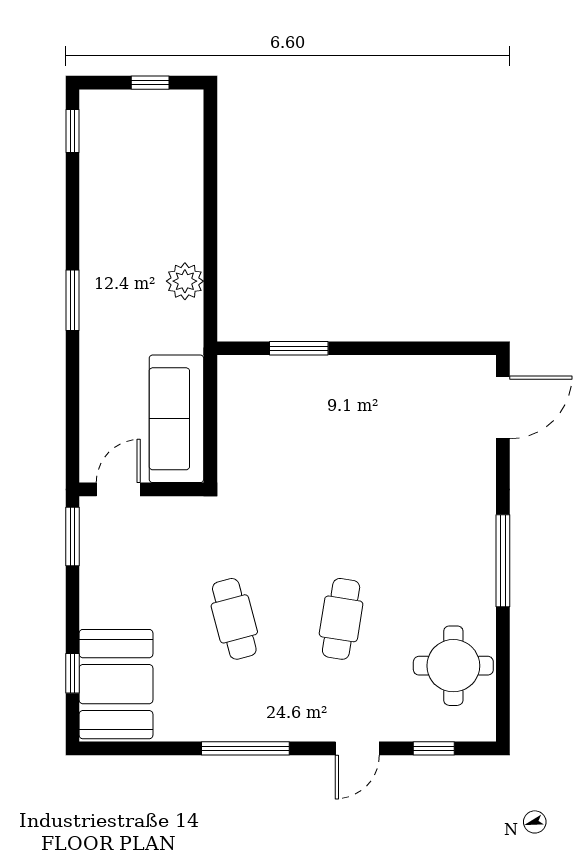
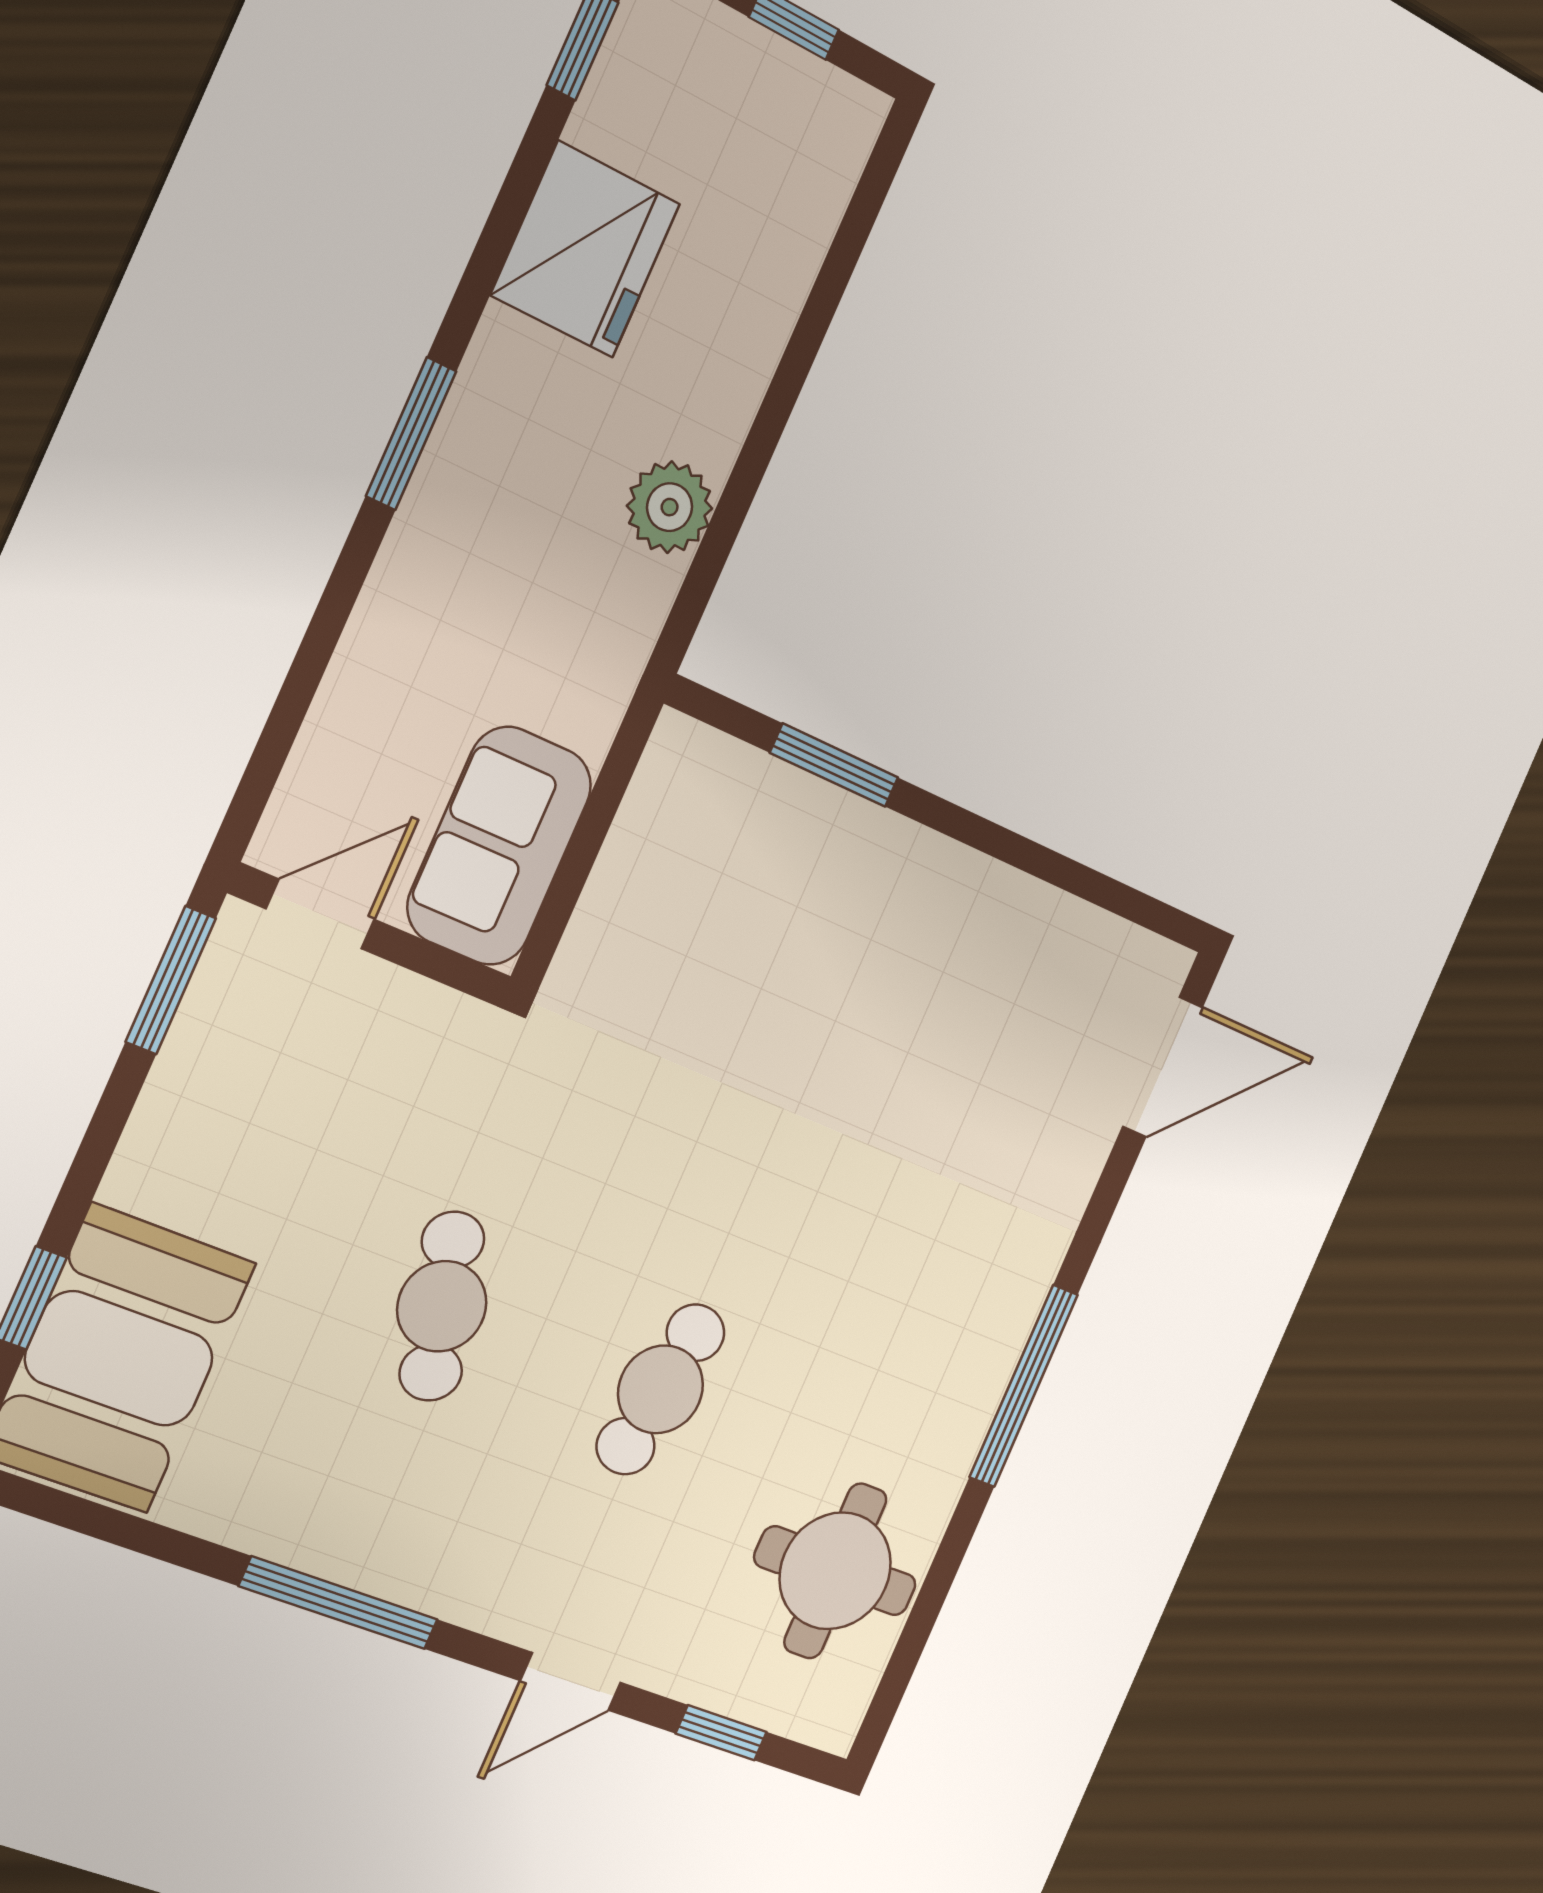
fridge: (108, 203) -> (585, 249), added
sofa: (176, 419) -> (500, 846), width x0.73

